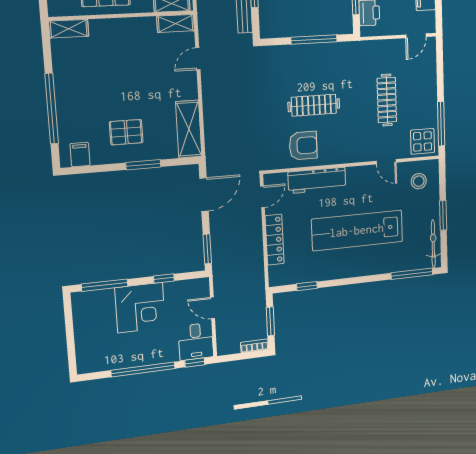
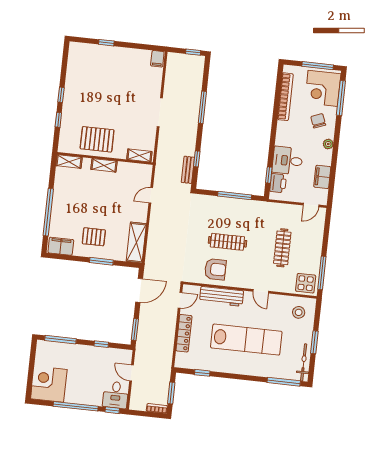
shelving: (176, 24) -> (104, 165), moved
filing cabinet: (80, 155) -> (61, 246), width x2.00
door: (386, 162) -> (261, 291), moved
lab bench: (357, 230) -> (246, 340), turned 180
corner desk: (140, 308) -> (49, 384), moved, turned 180

